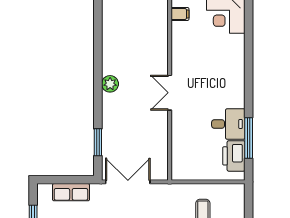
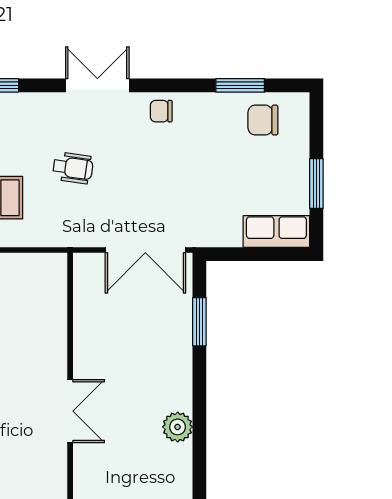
row of seats: (71, 192) -> (276, 231), moved

